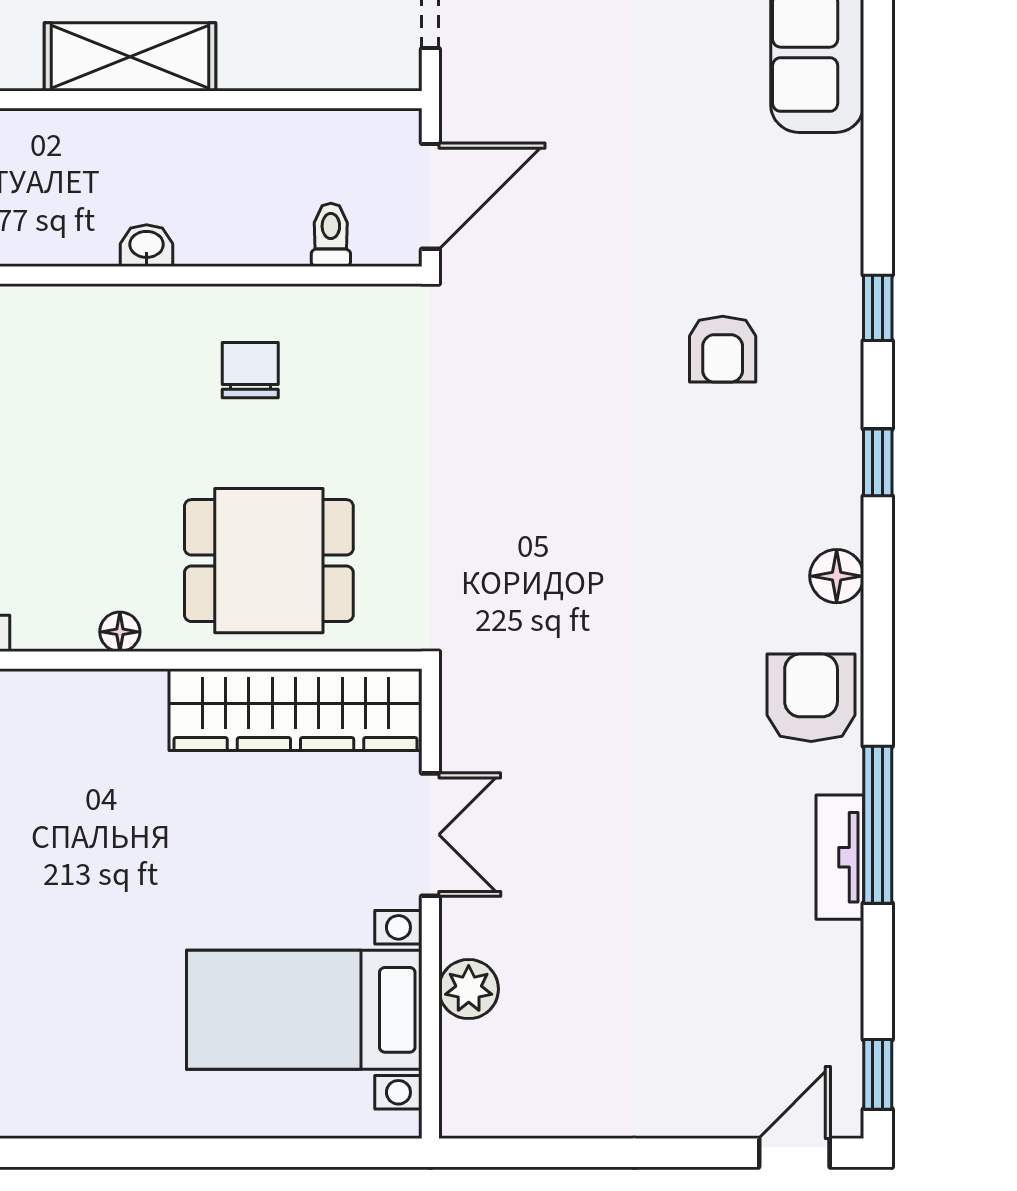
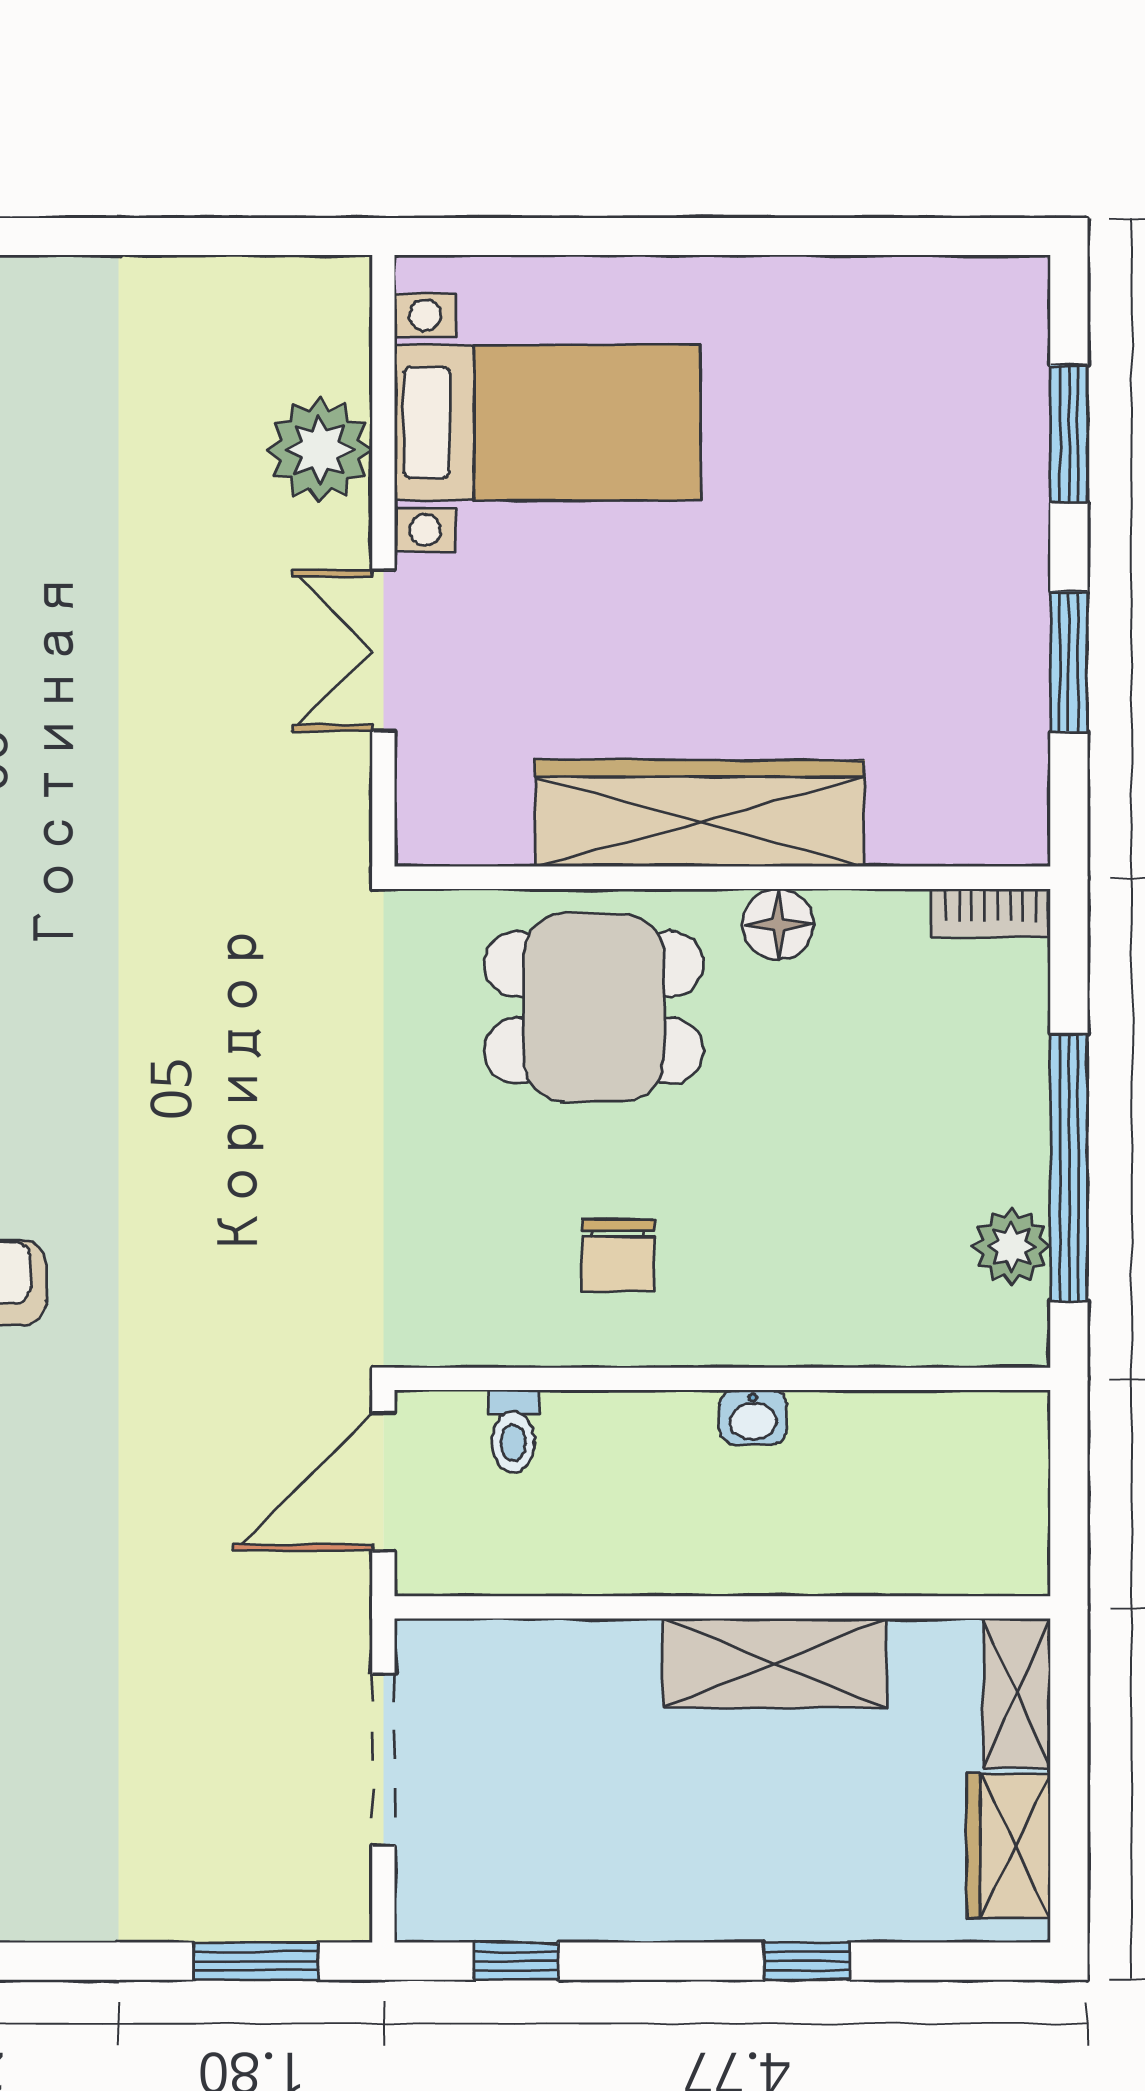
floor lamp: (120, 632) -> (778, 924), width x1.37, depth x1.37
wardrobe: (295, 710) -> (700, 813), moved
plant: (469, 989) -> (320, 450), width x1.36, depth x1.36

